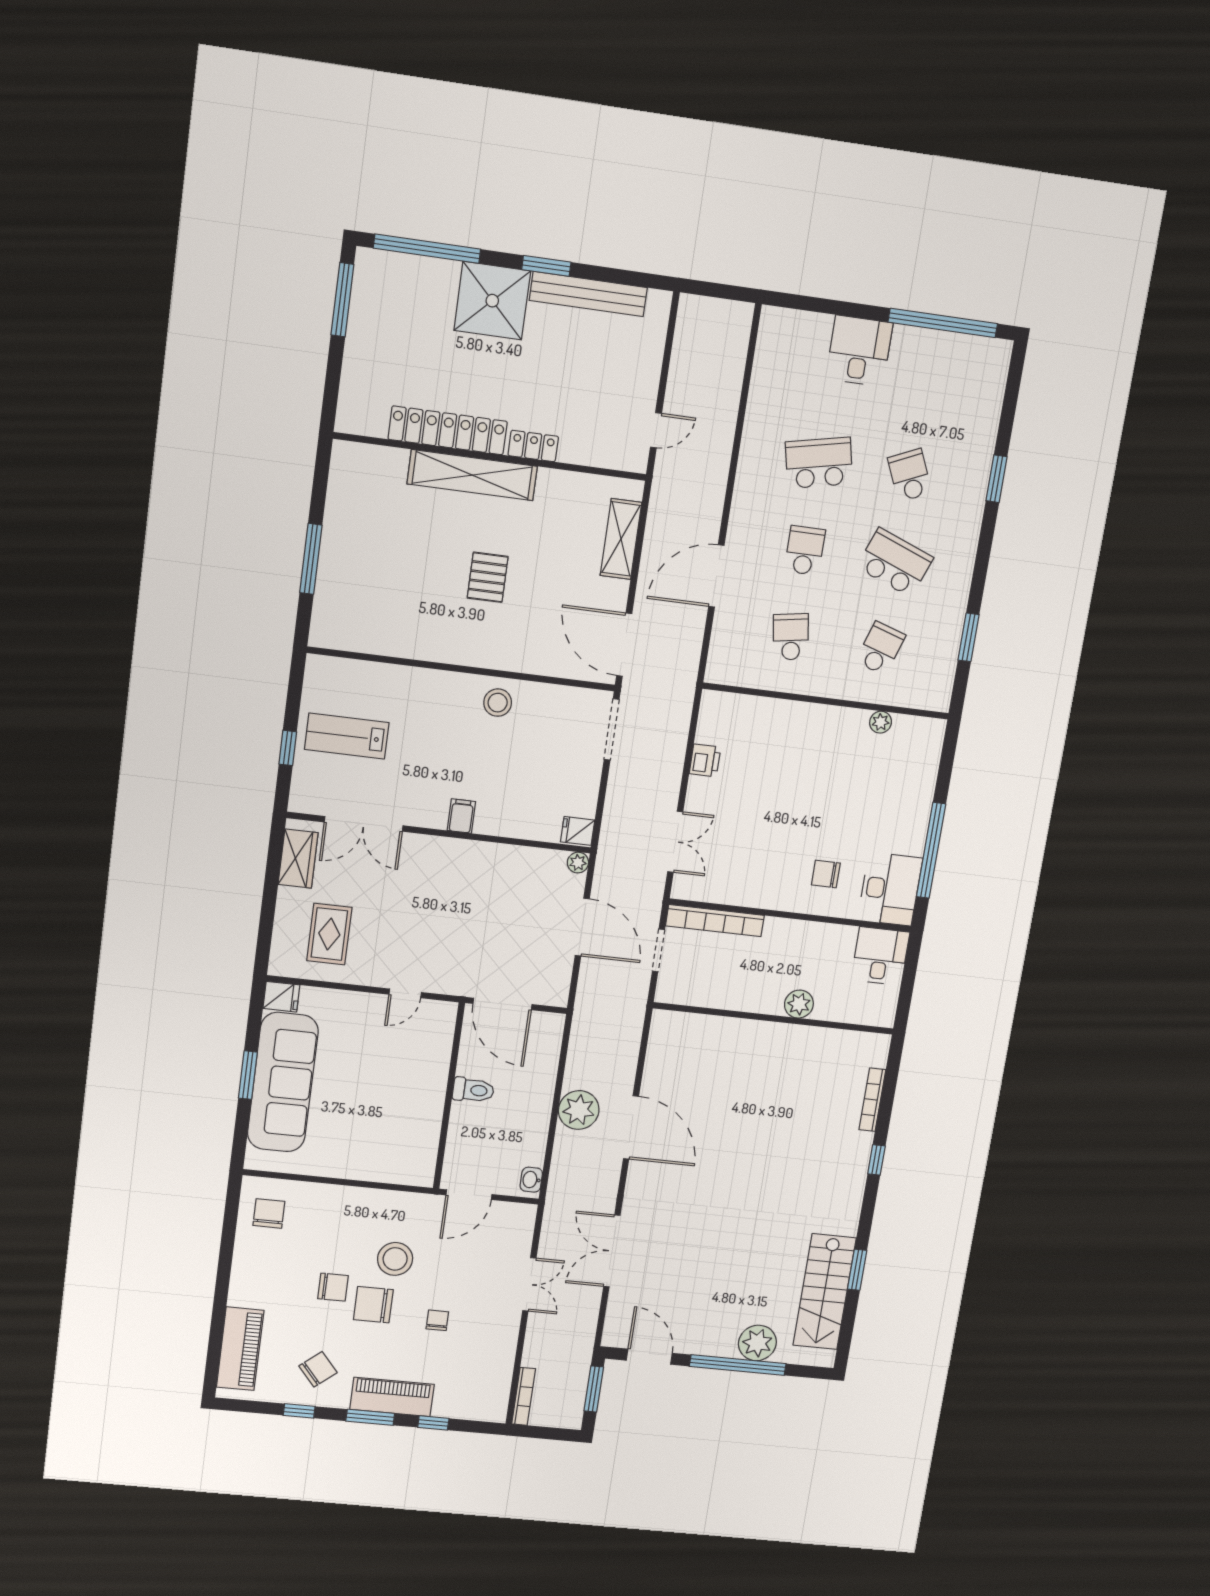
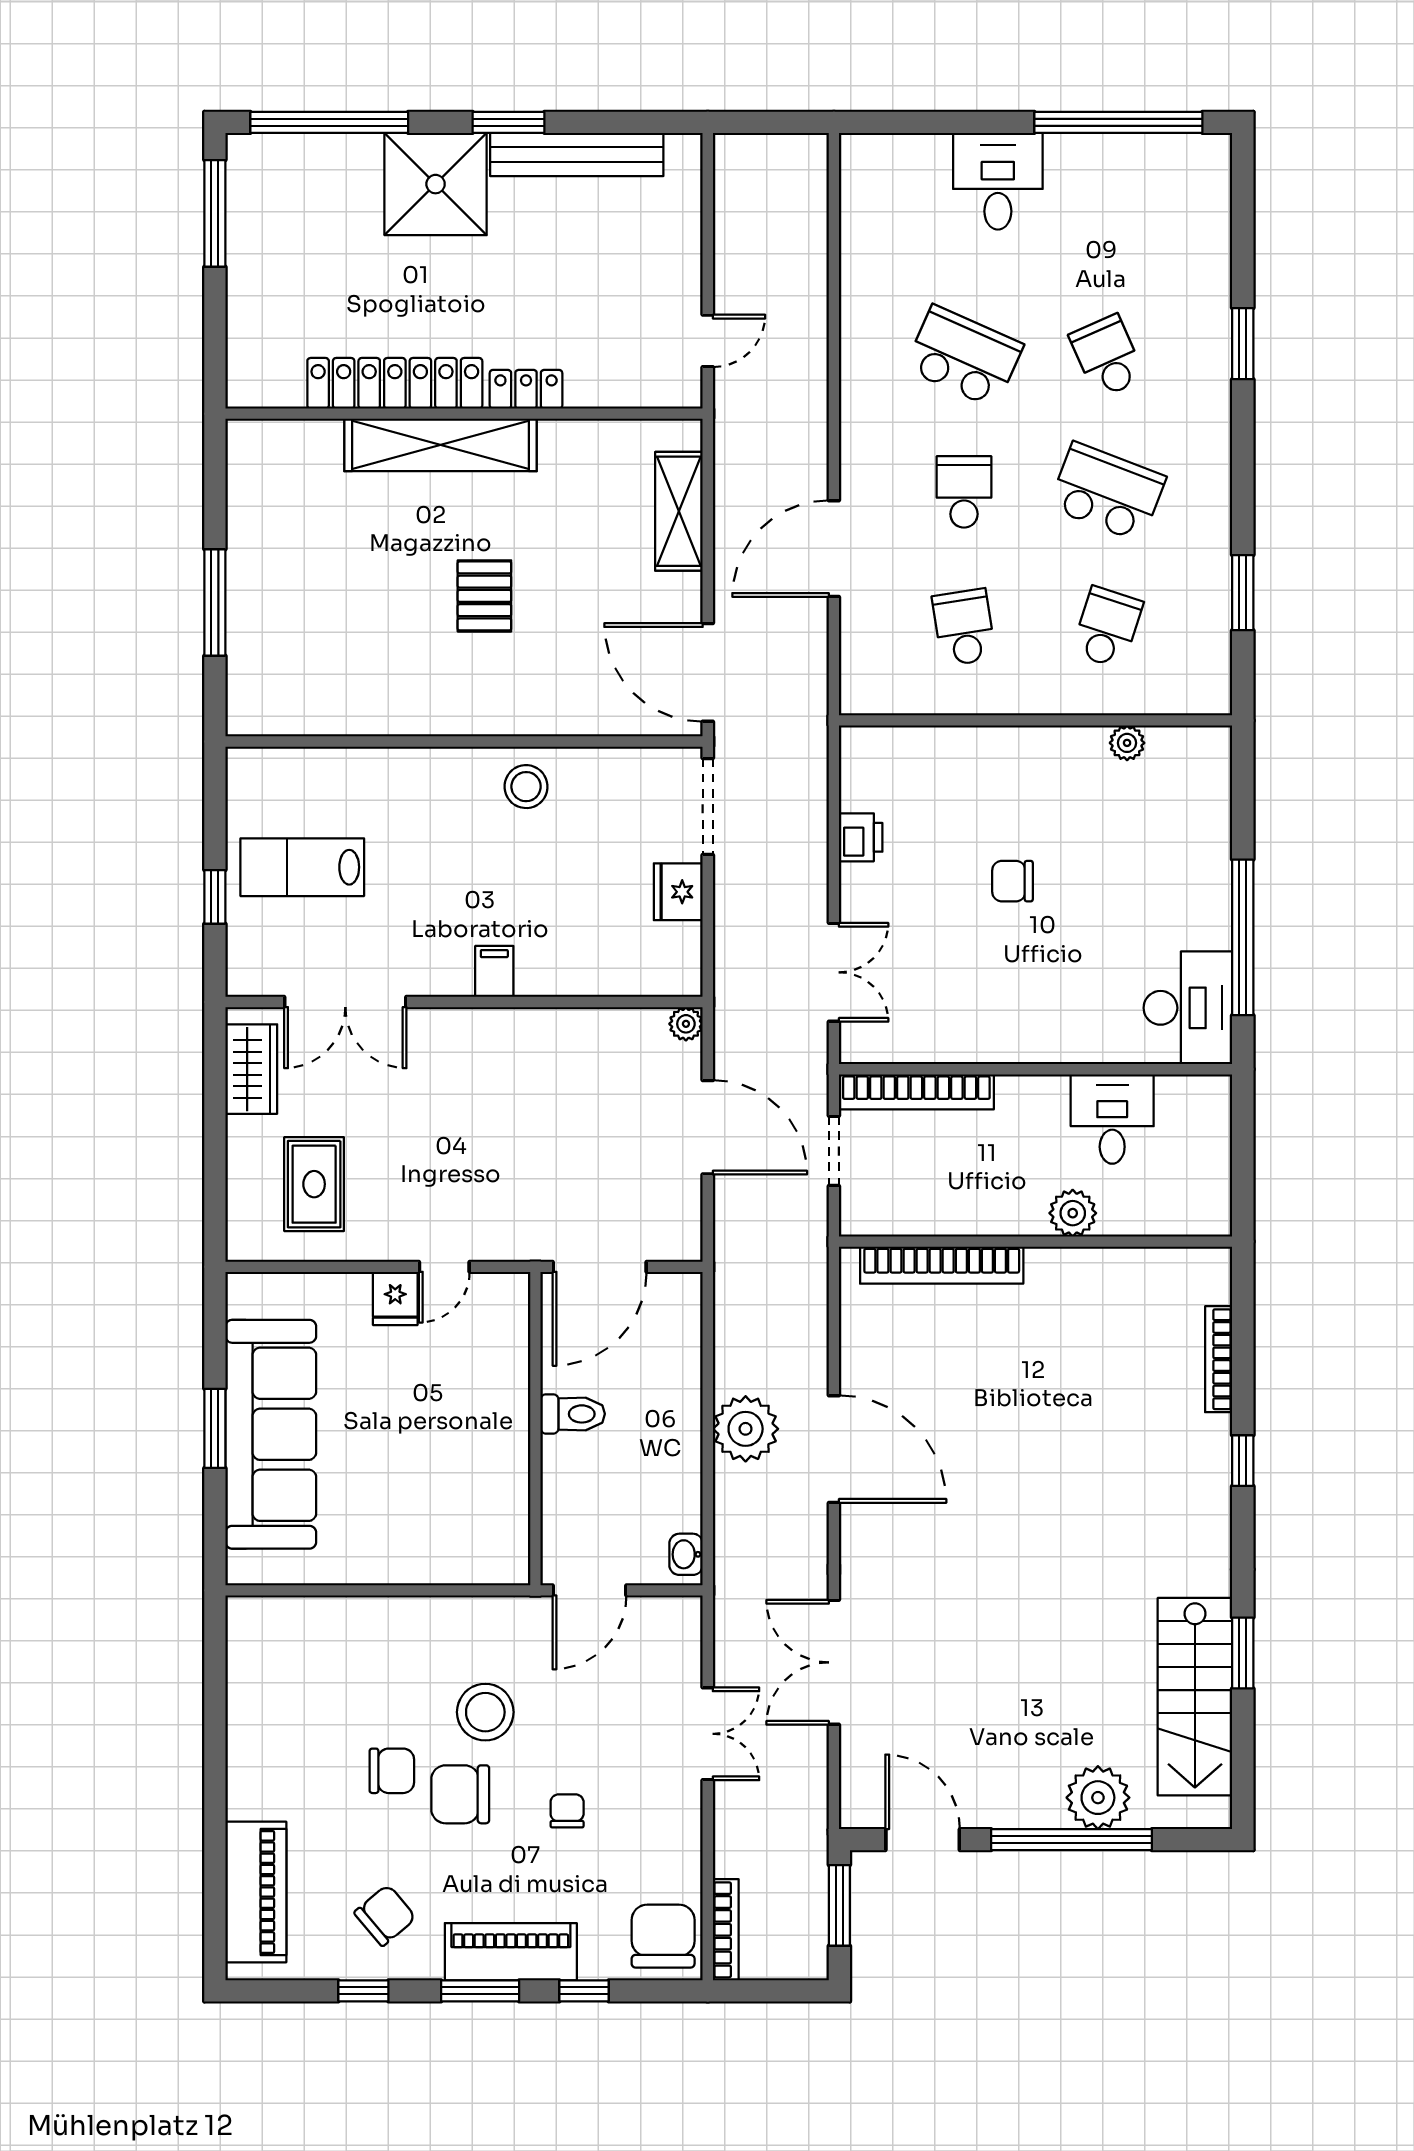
school desk: (819, 463) -> (964, 356), turned 36
fridge: (578, 831) -> (678, 892), moved, width x1.38
chair: (826, 874) -> (1012, 881), moved
desk: (880, 956) -> (1112, 1119), moved
fridge: (281, 997) -> (395, 1298), moved, turned 90
door: (503, 1004) -> (600, 1267), hinge flipped
bookcase: (714, 1026) -> (942, 1265), added
chair: (269, 1213) -> (663, 1936), moved, width x1.37, depth x1.37

